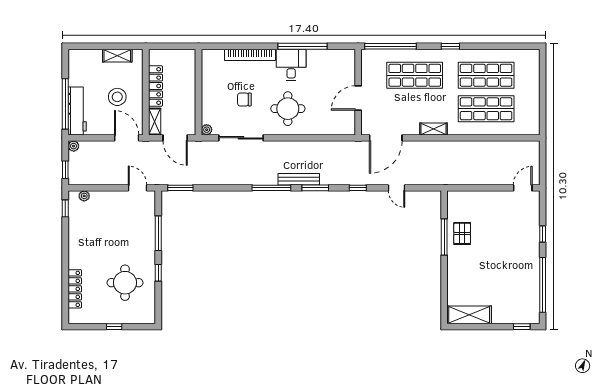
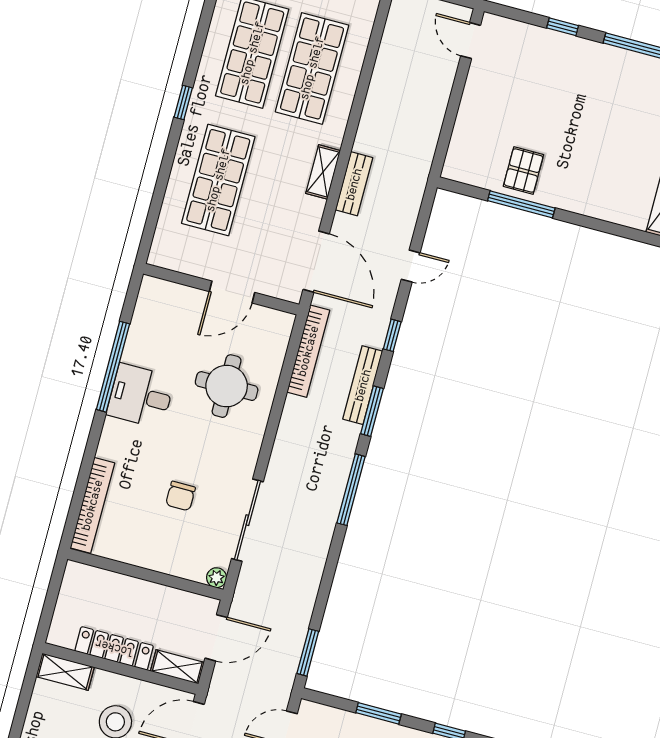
window: (391, 46) -> (155, 209), removed
bookcase: (250, 55) -> (92, 505), moved
shelving: (117, 56) -> (65, 672), moved, turned 90
door: (358, 98) -> (232, 292), hinge flipped
round table: (288, 109) -> (227, 386), moved
bookcase: (338, 146) -> (308, 351), added
bench: (432, 147) -> (354, 184), added
bench: (299, 179) -> (363, 385), moved
window: (158, 233) -> (379, 713), width x0.69
pallet: (462, 233) -> (523, 171), turned 90

